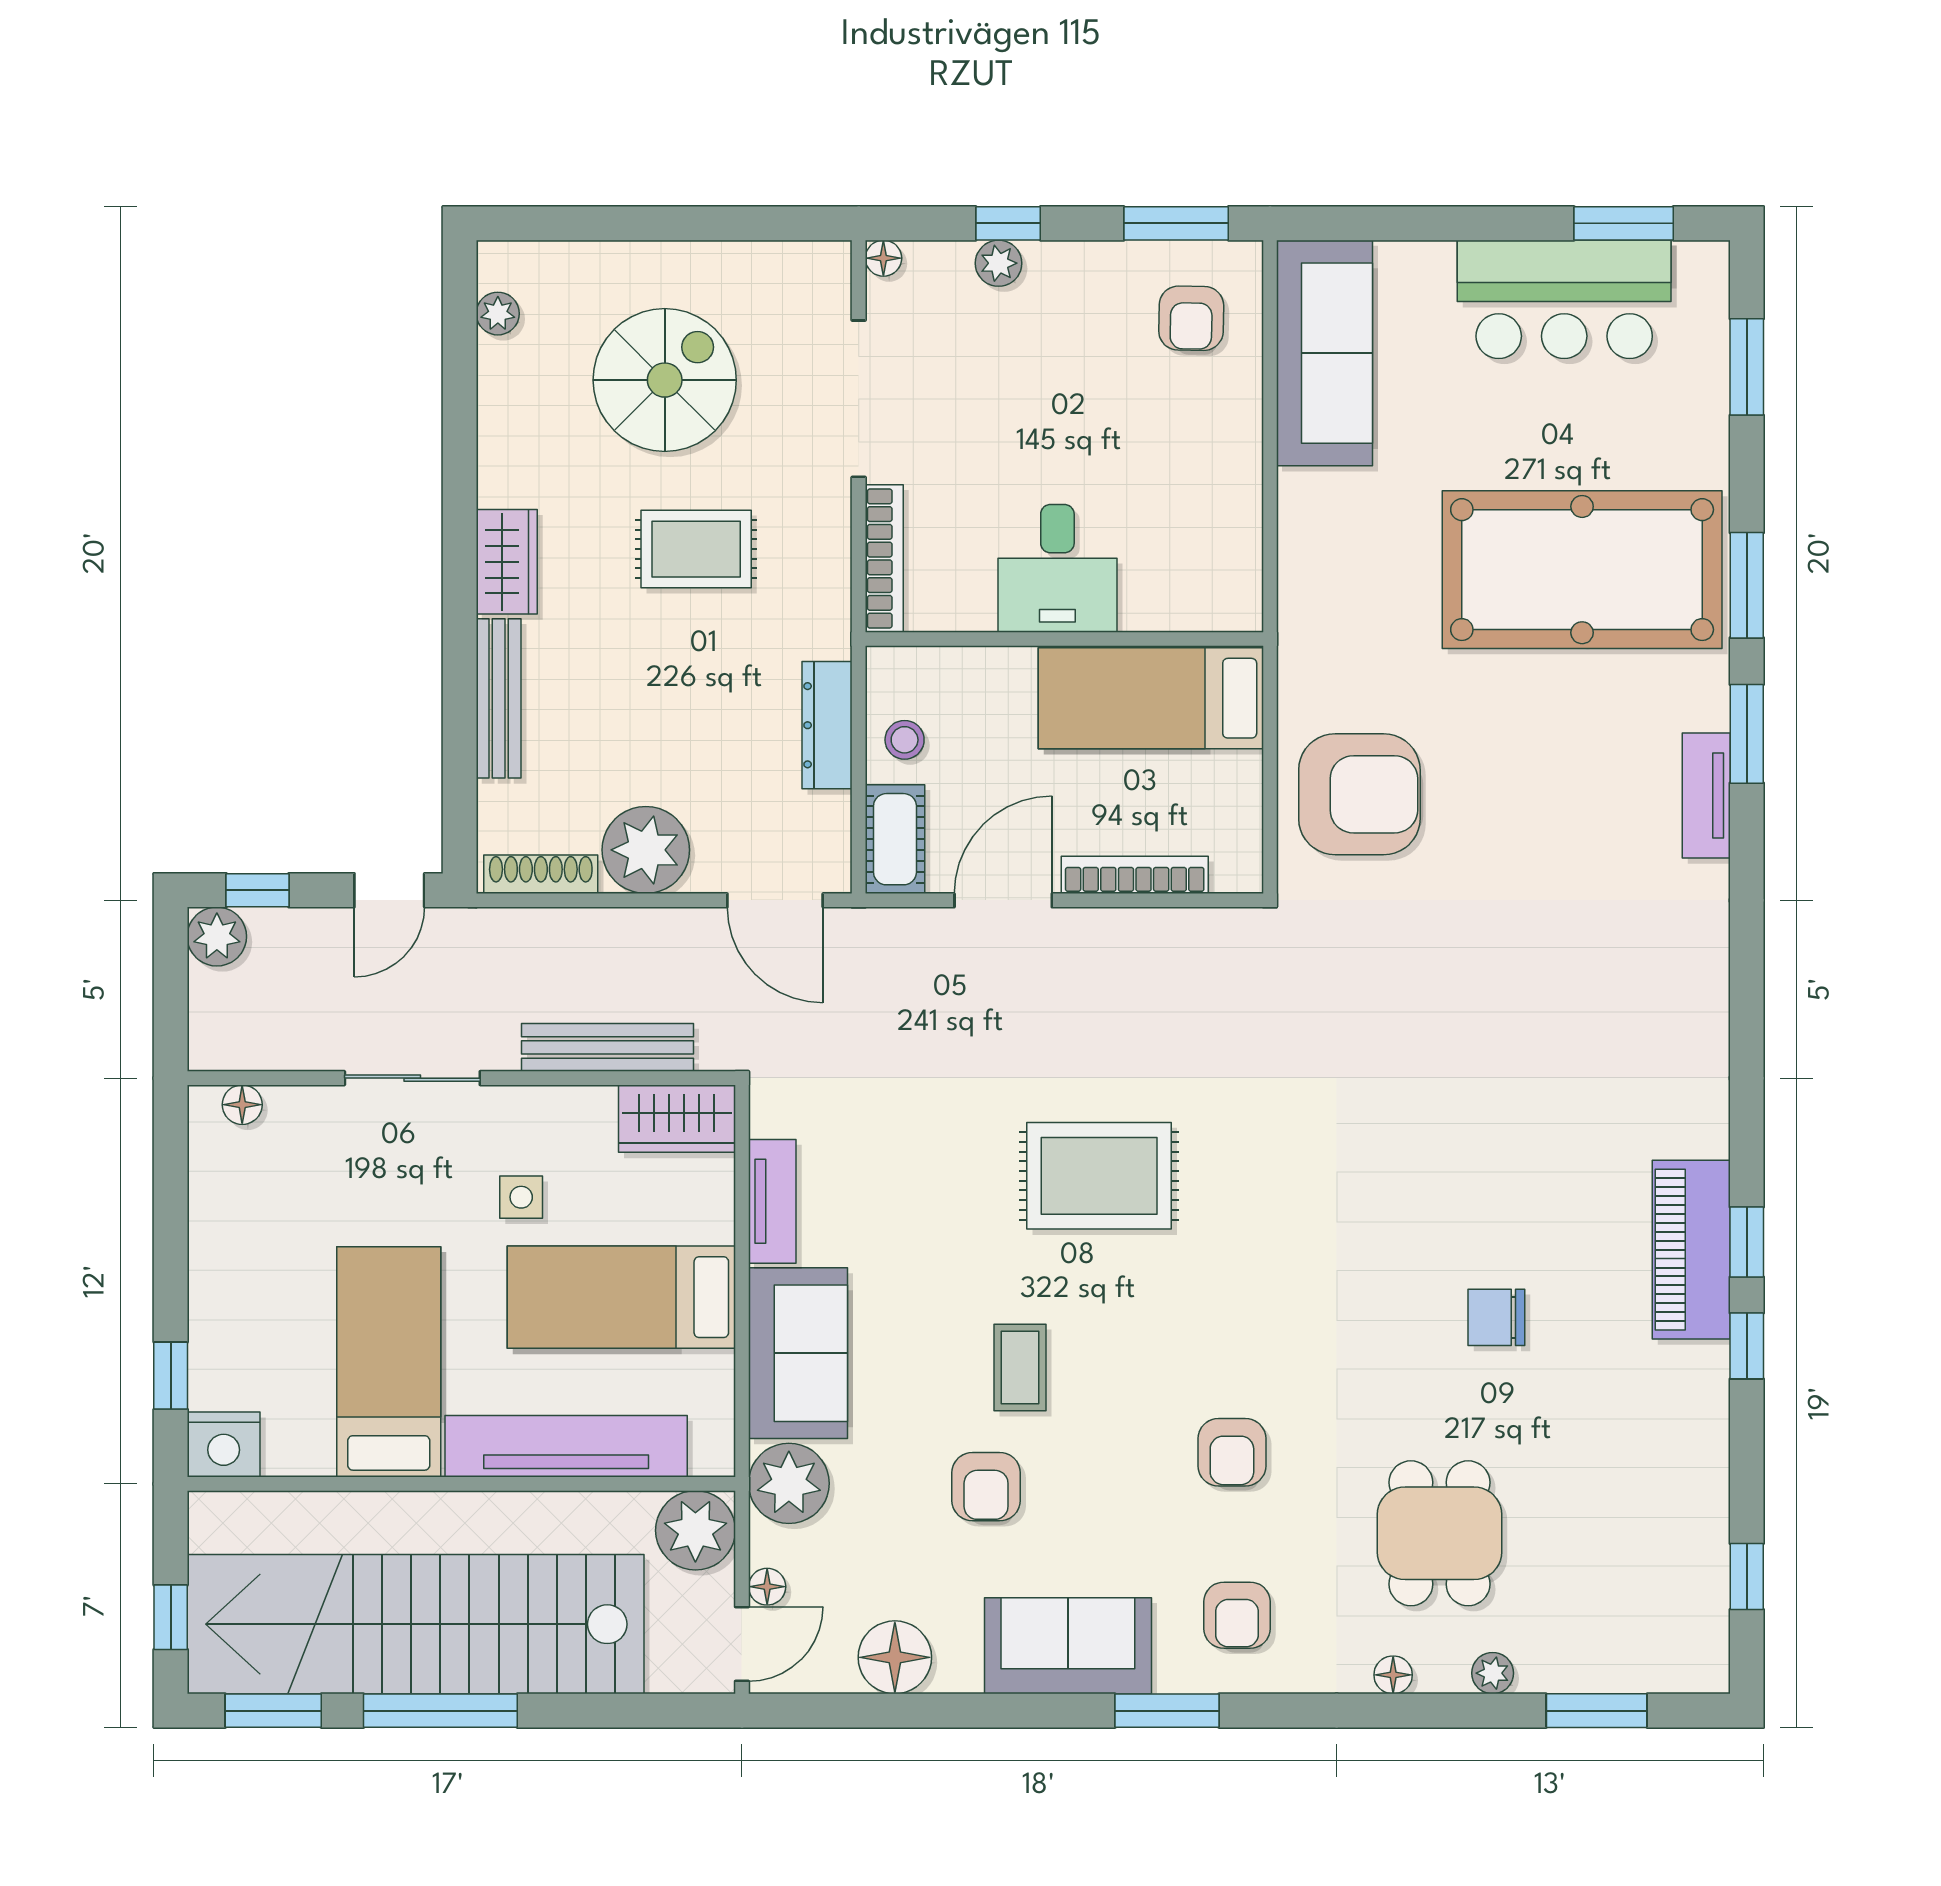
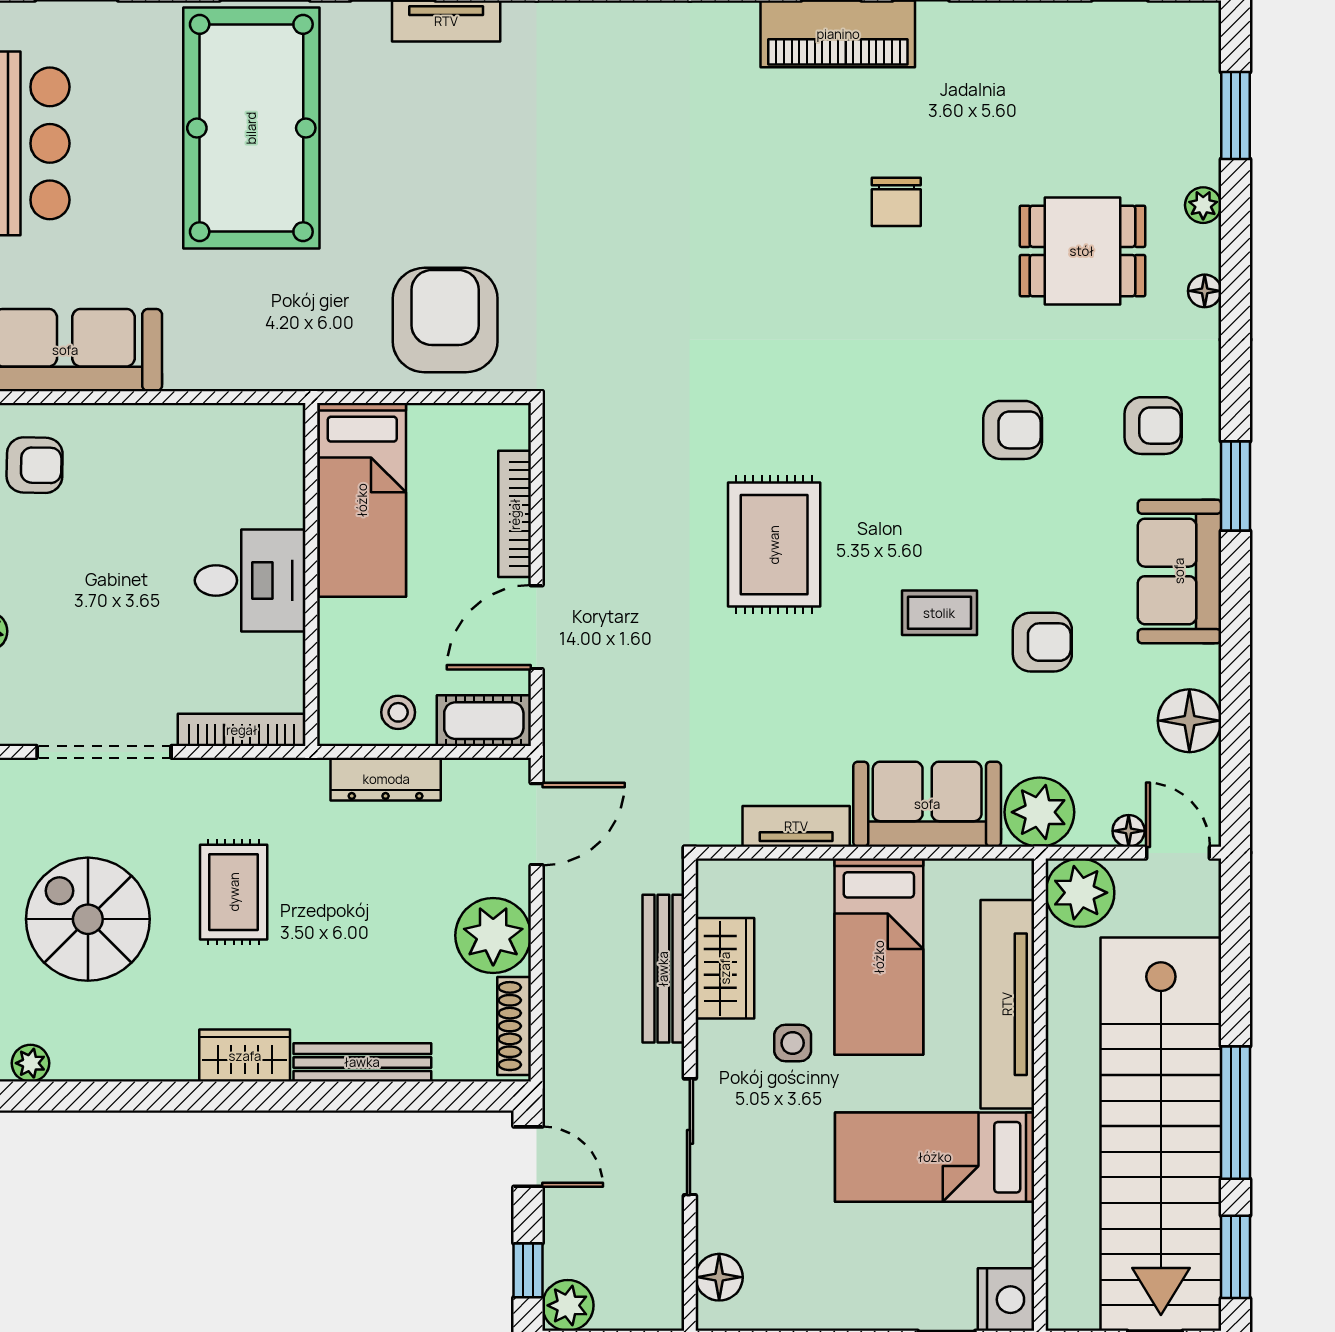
door: (1003, 900) -> (537, 627), hinge flipped
floor lamp: (242, 1105) -> (719, 1277), width x1.37, depth x1.37
wardrobe: (677, 1119) -> (725, 968), moved

